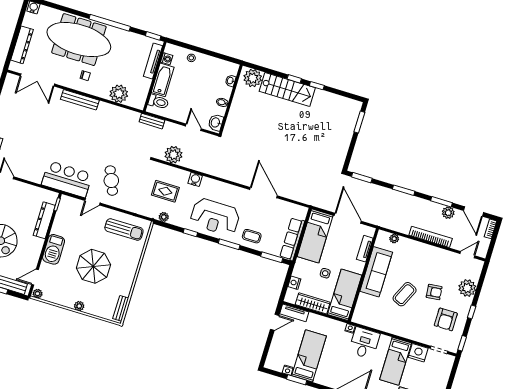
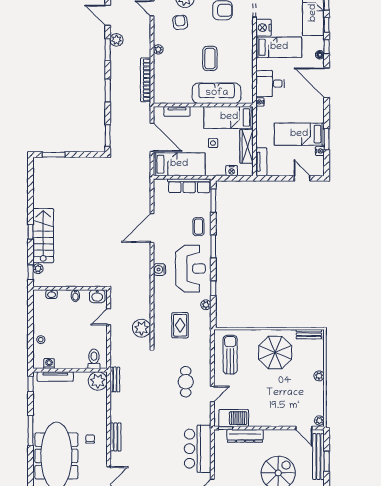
window: (110, 23) -> (31, 431), width x0.68
plant: (253, 78) -> (38, 269), width x0.53, depth x0.53
bathtub: (163, 80) -> (71, 361), removed
window: (317, 86) -> (31, 272), moved
plant: (119, 94) -> (98, 381), moved
bench: (80, 100) -> (115, 437), width x0.73
bench: (152, 121) -> (115, 379), moved
bar counter: (67, 179) -> (198, 449), moved
water cooler: (195, 179) -> (159, 270), moved
cafe table: (111, 181) -> (186, 382), turned -67
door: (92, 202) -> (212, 394), hinge flipped
door: (473, 211) -> (108, 15), swing flipped
plant: (164, 217) -> (206, 305), moved
door: (348, 218) -> (152, 137), swing flipped
bookcase: (431, 237) -> (146, 80), moved
plant: (394, 239) -> (158, 49), moved
barbecue: (54, 249) -> (234, 418), moved
parasol: (93, 266) -> (275, 352), moved
sofa: (376, 272) -> (217, 93), moved
armchair: (434, 292) -> (180, 22), moved
coffee table: (405, 294) -> (210, 59), turned 65
door: (275, 322) -> (302, 178), moved

